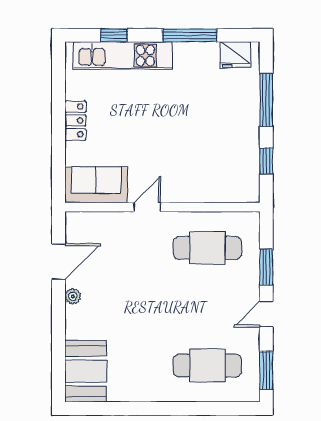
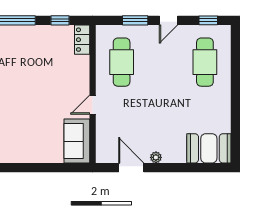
locker: (75, 120) -> (82, 40), moved, turned -90
door: (147, 207) -> (93, 105), hinge flipped
door: (266, 314) -> (168, 20), hinge flipped
window: (266, 370) -> (208, 20), width x0.67

